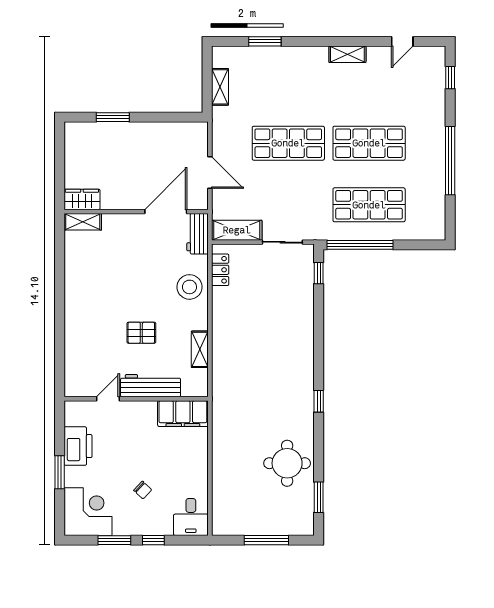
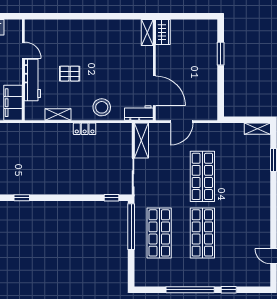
shelving: (347, 54) -> (265, 218), removed
window: (450, 78) -> (229, 290), moved
shelving: (220, 87) -> (257, 129), moved
locker: (220, 270) -> (85, 129), moved
pallet: (141, 333) -> (70, 74), turned 90

